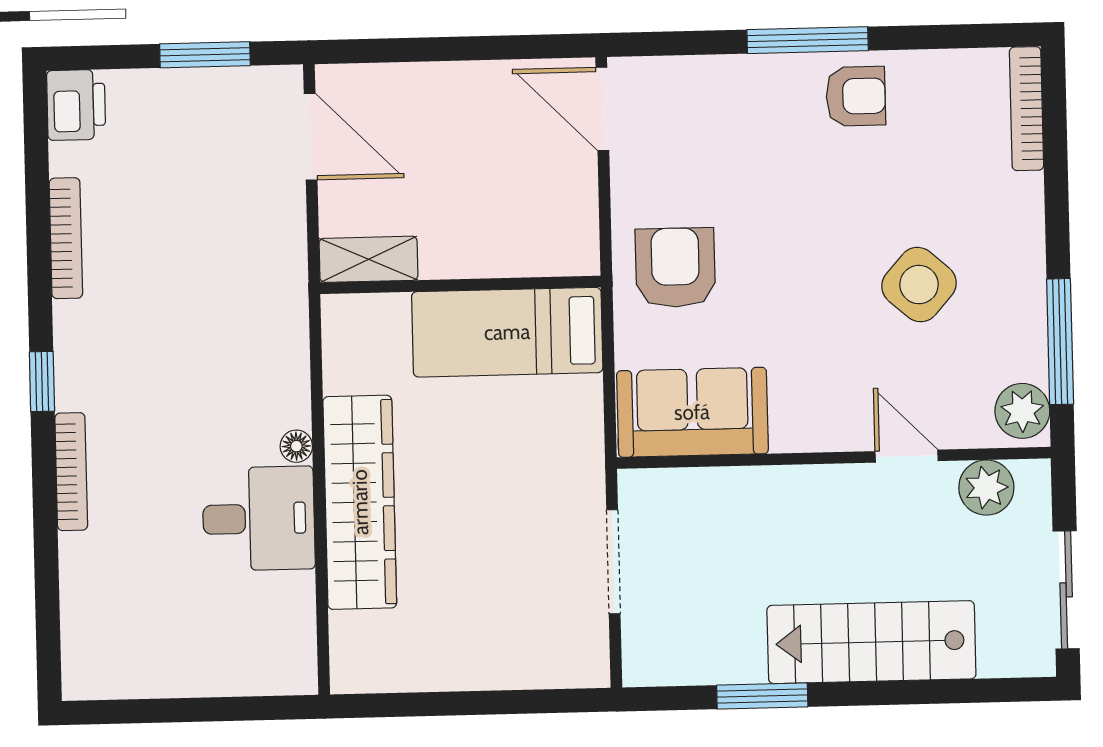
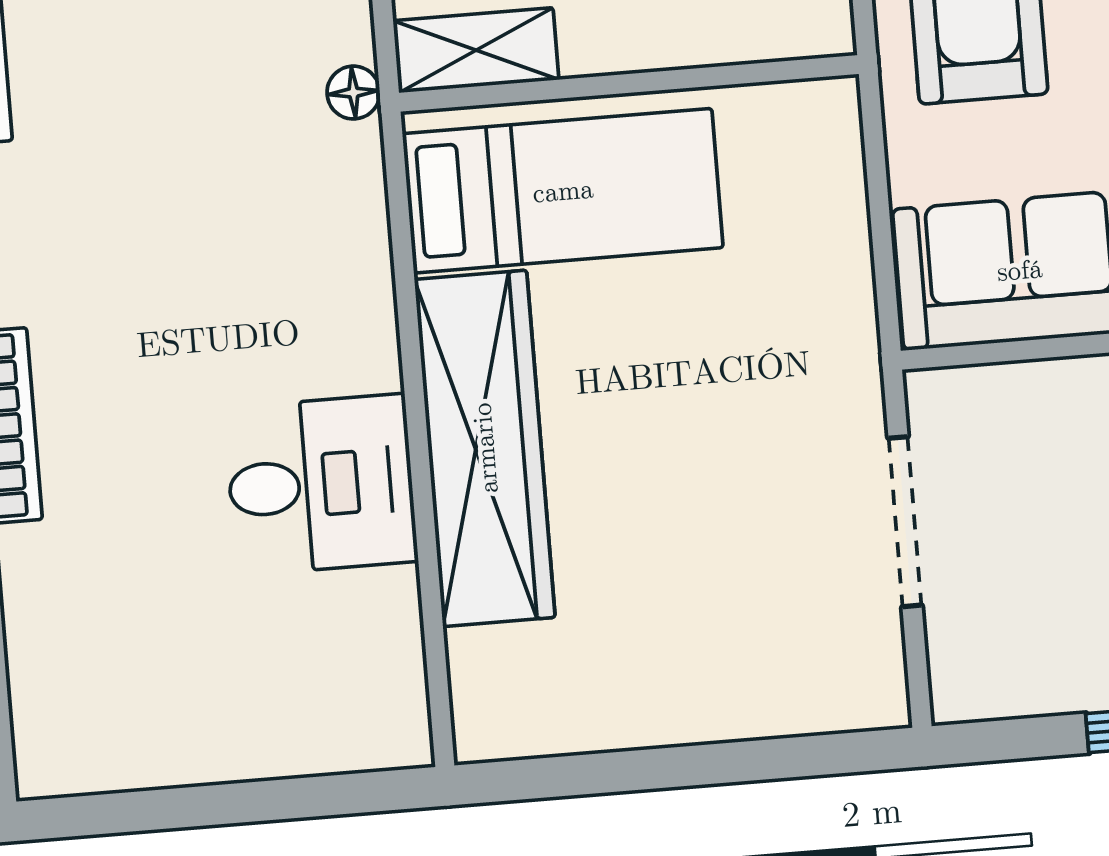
bed: (507, 332) -> (563, 191), moved, turned 180
floor lamp: (296, 446) -> (353, 93), moved

